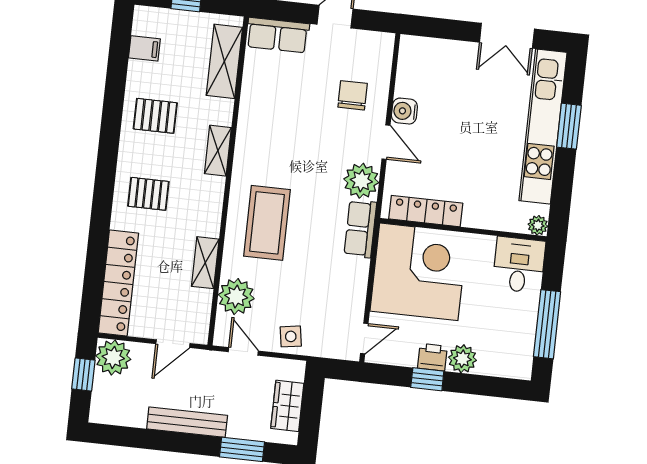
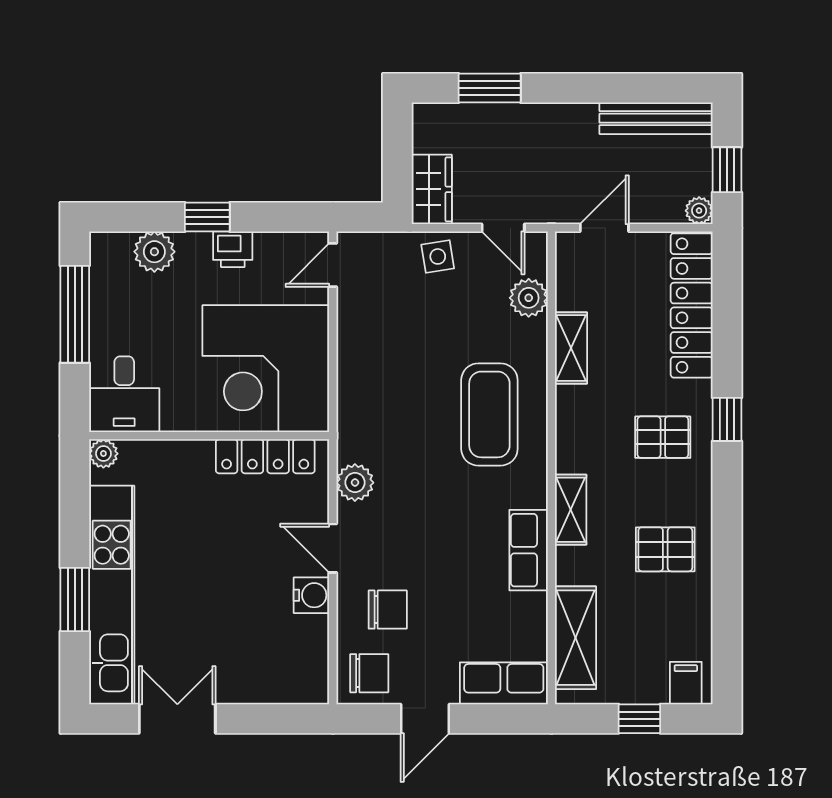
filing cabinet: (144, 48) -> (686, 683), moved, turned 90
chair: (370, 53) -> (369, 673), added
chair: (353, 95) -> (388, 610), turned -90
plant: (361, 181) -> (355, 483), width x0.73, depth x0.73
window: (103, 201) -> (727, 419), added
row of seats: (360, 229) -> (529, 550), moved, turned 180
plant: (236, 297) -> (529, 298), width x0.73, depth x0.73
plant: (113, 357) -> (699, 211), width x0.53, depth x0.53
plant: (462, 359) -> (154, 252), moved
window: (427, 379) -> (207, 217), moved
wardrobe: (287, 406) -> (432, 189), moved
bench: (187, 422) -> (656, 118), moved

